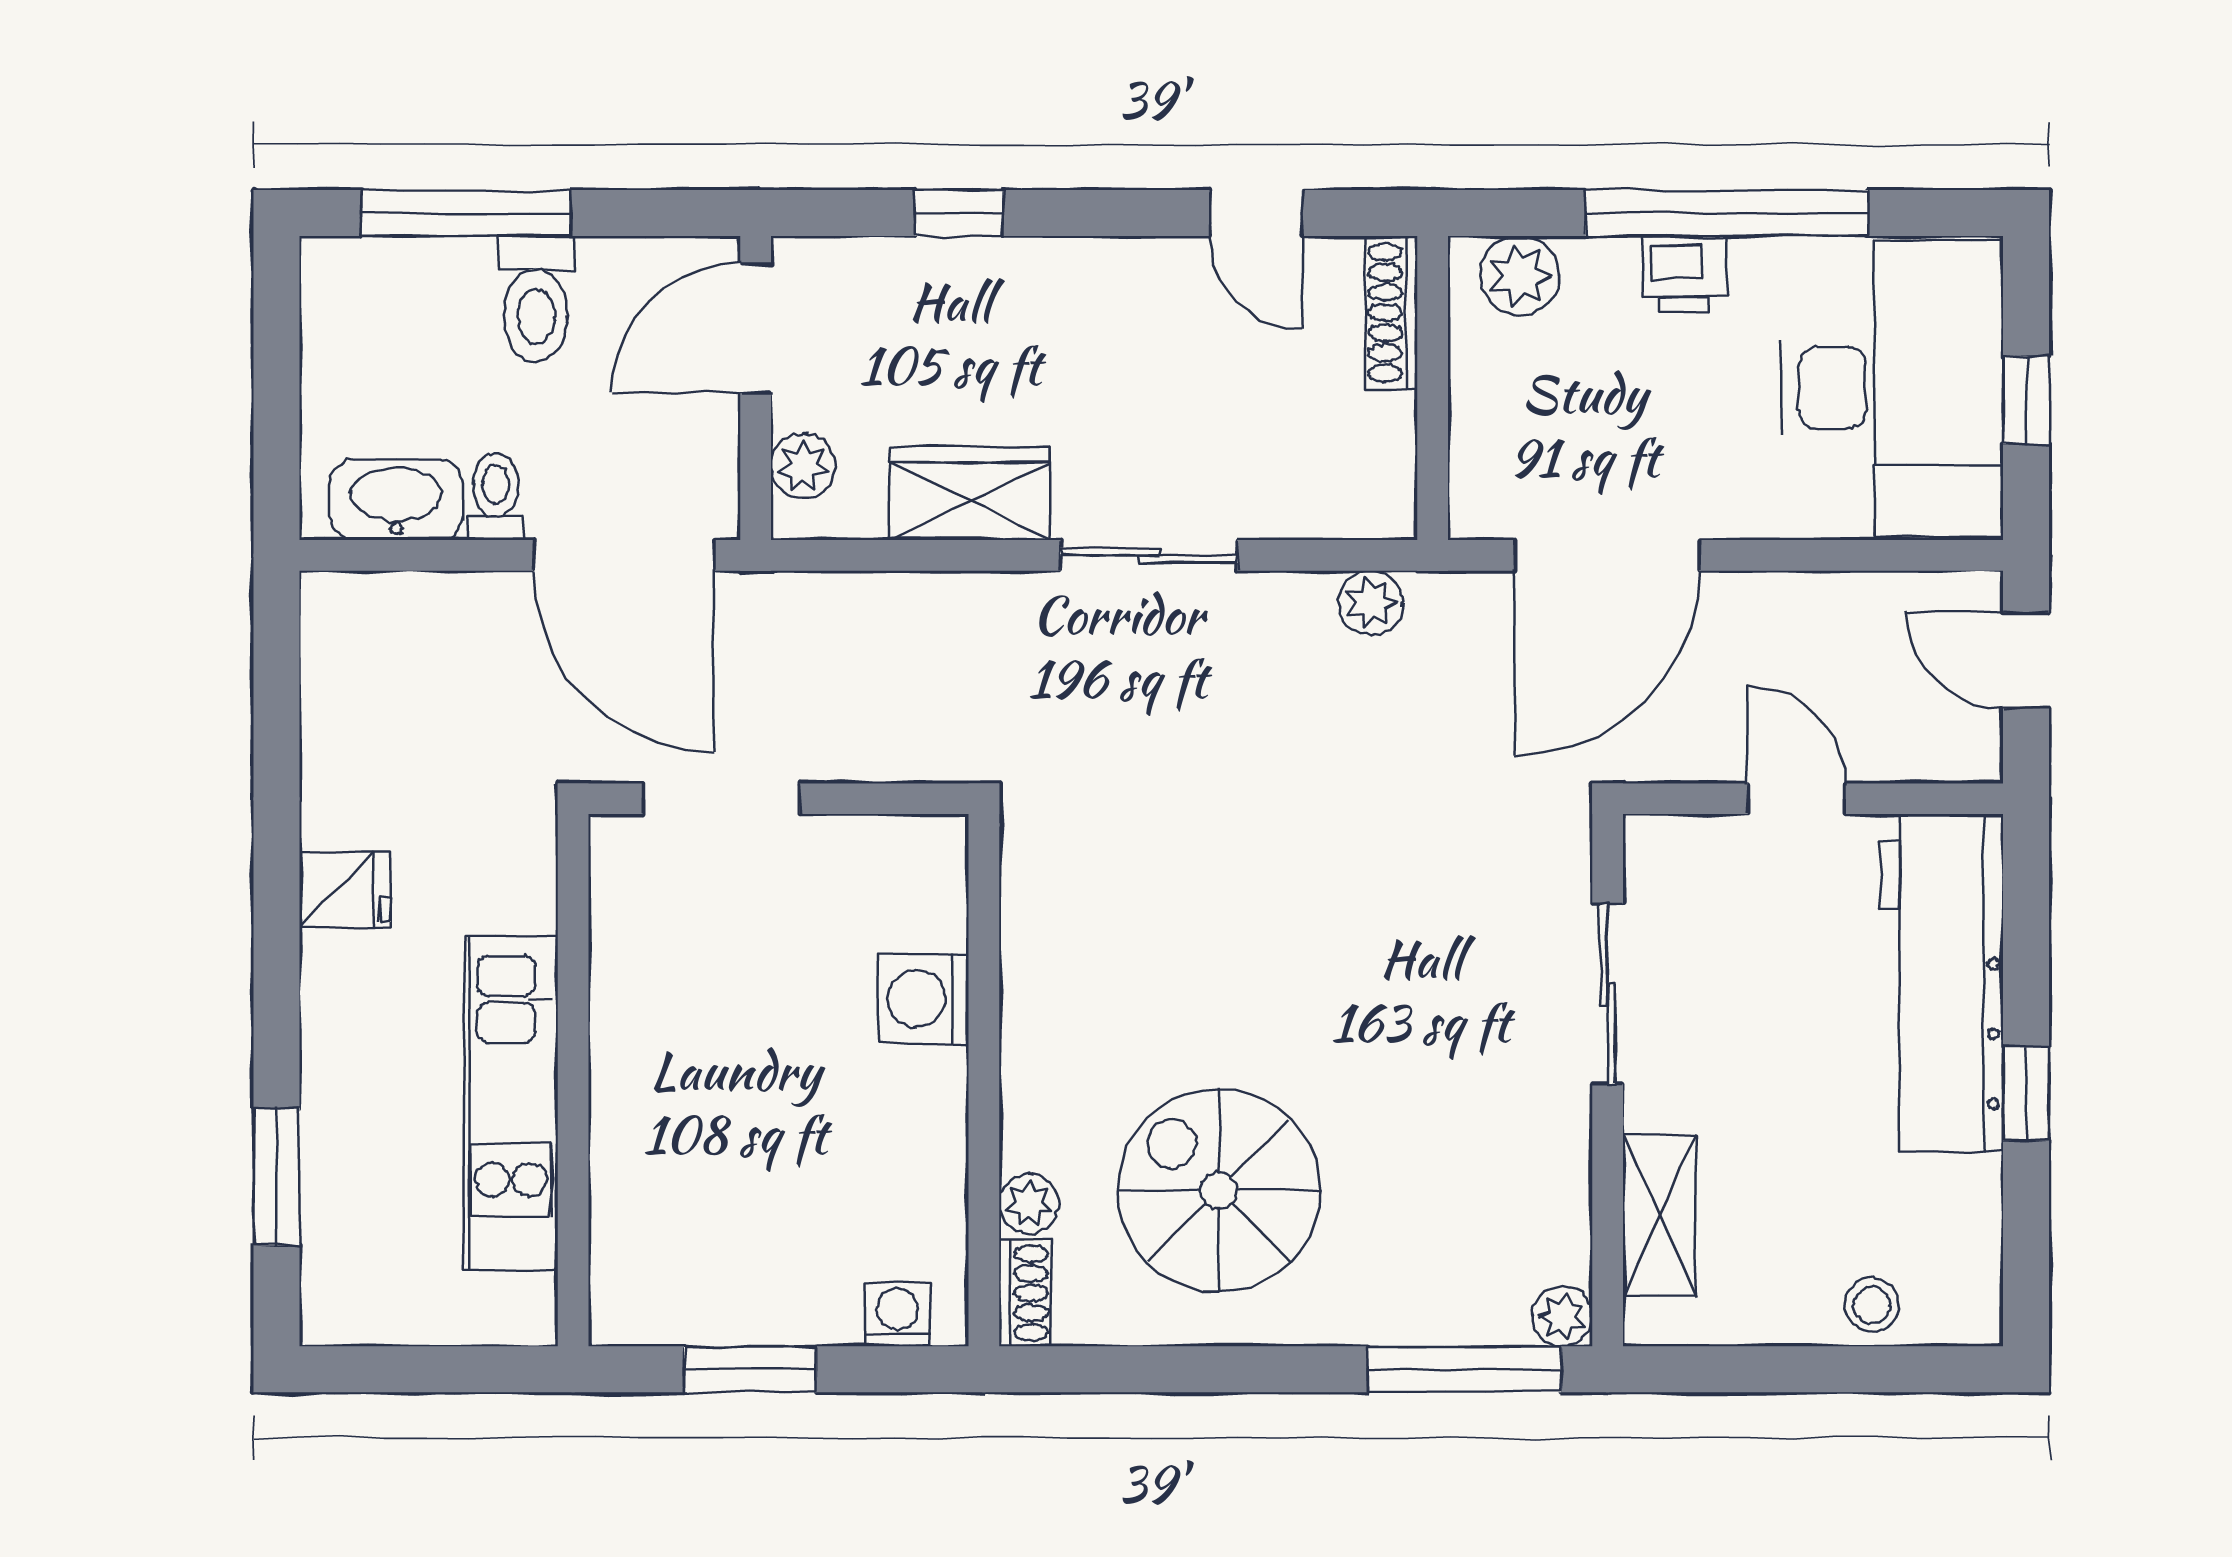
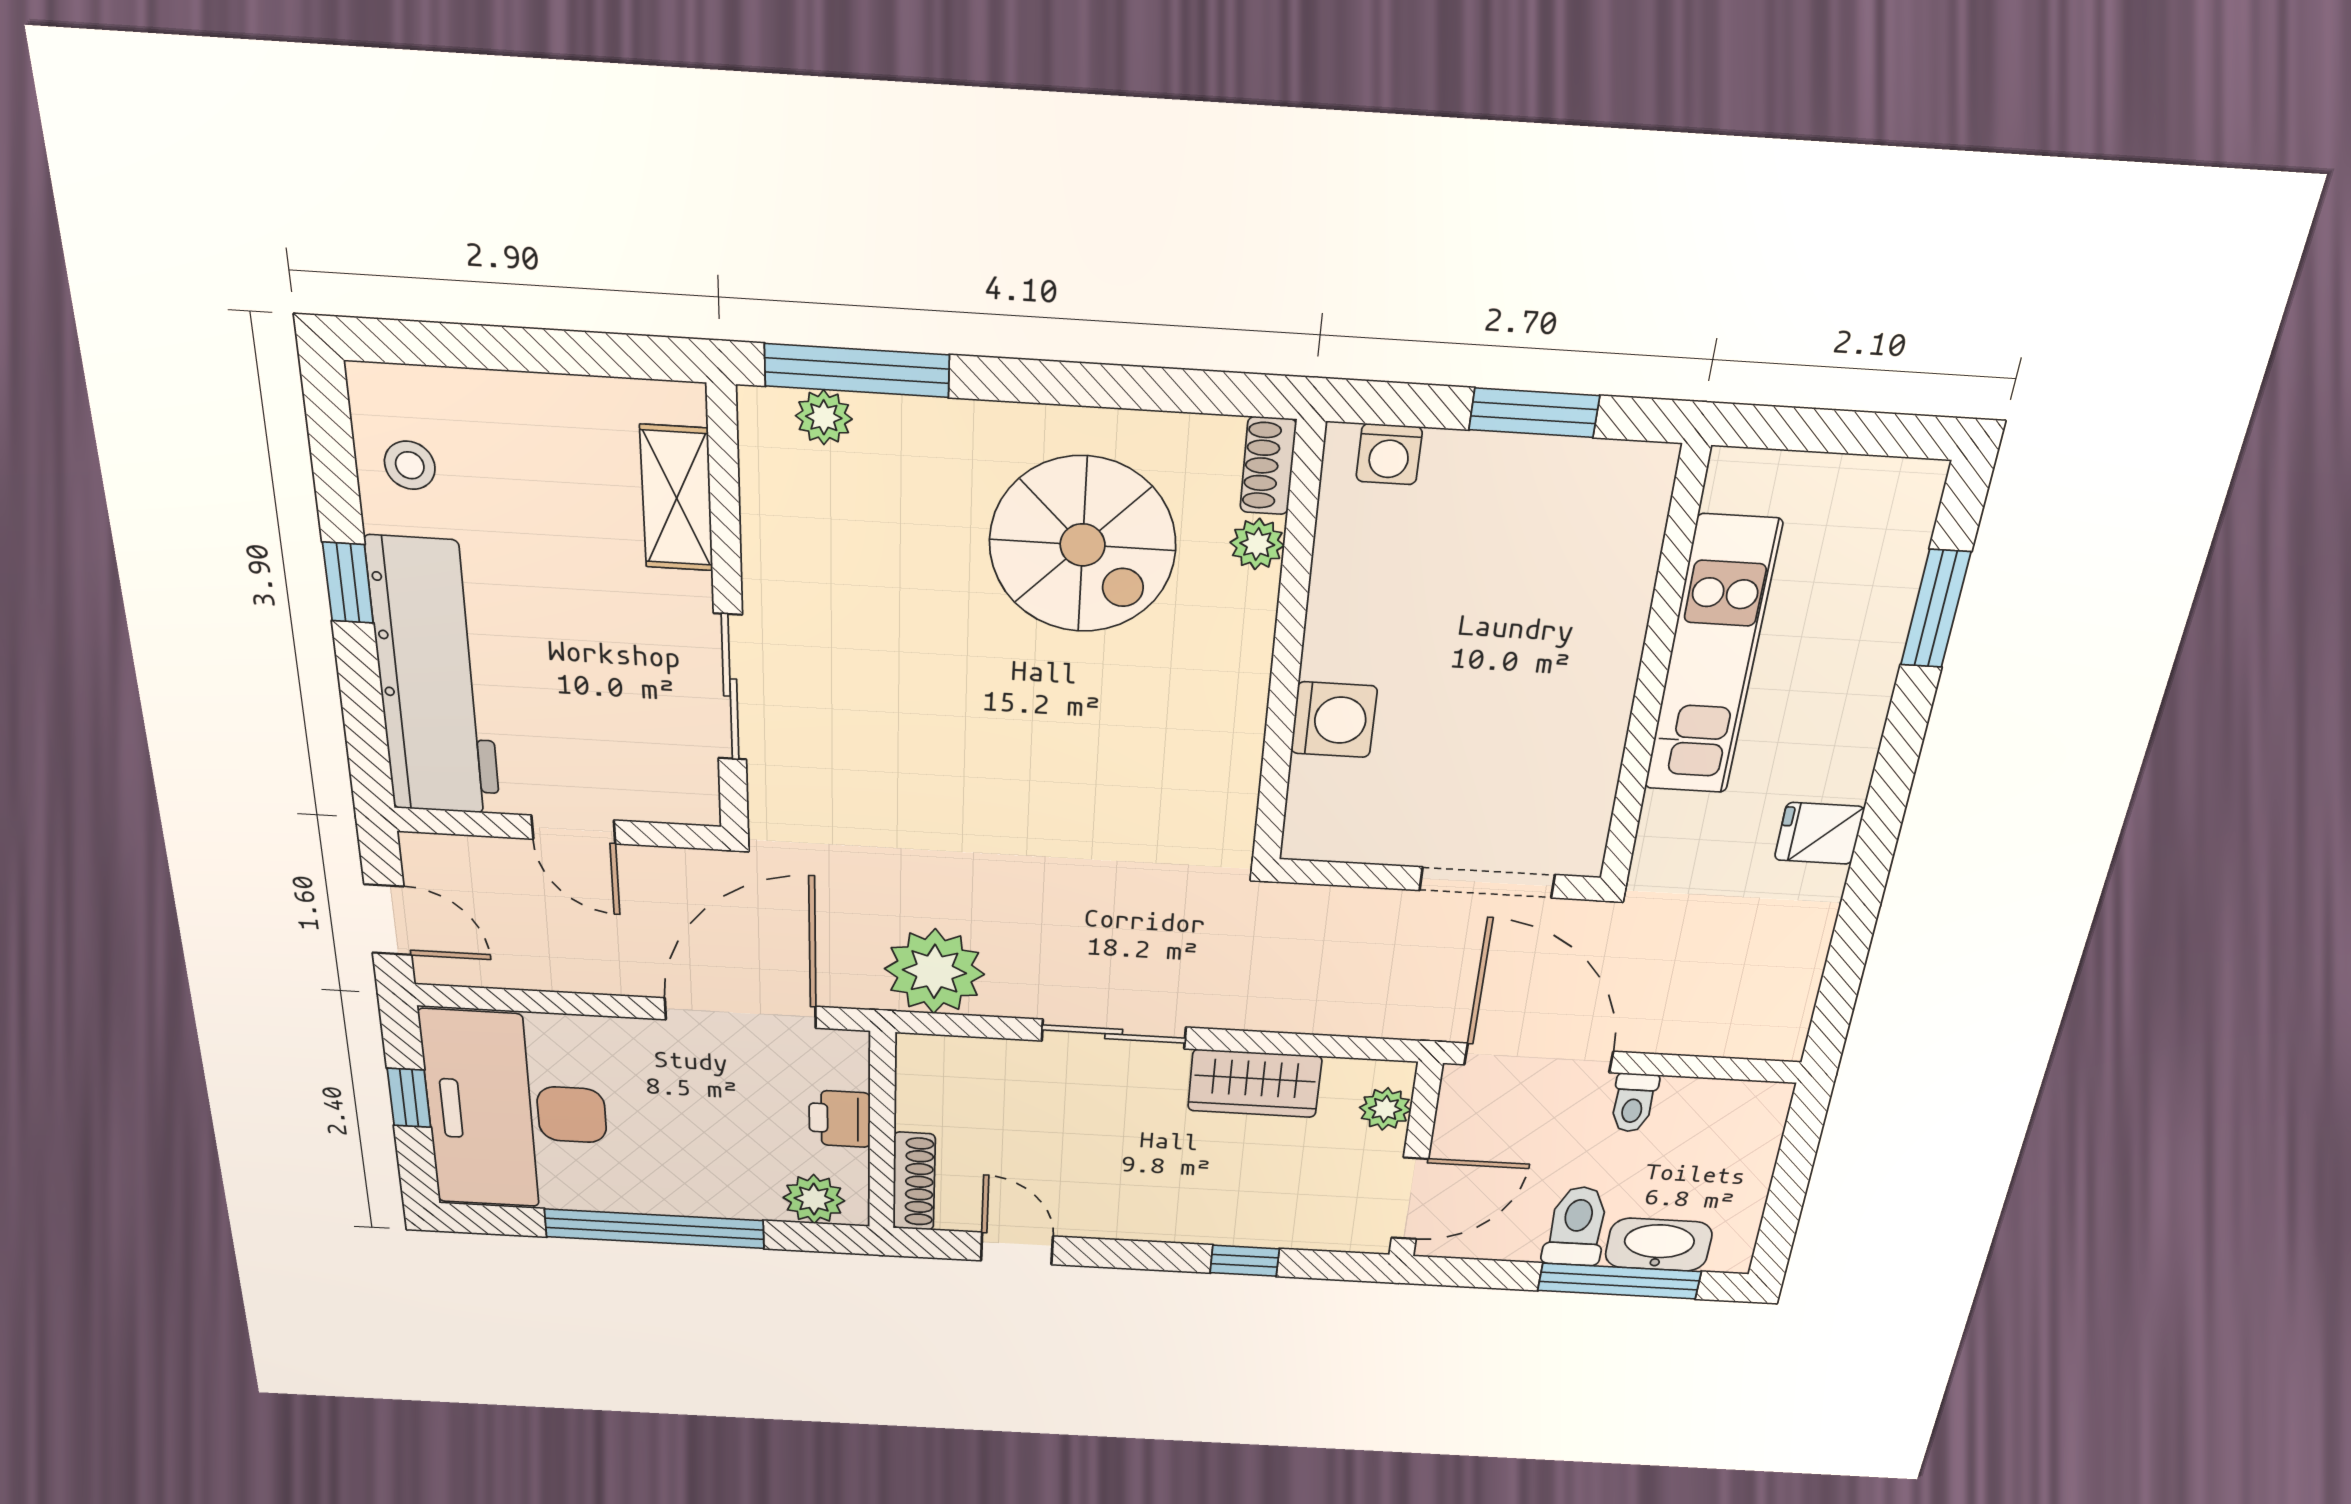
printer: (1684, 274) -> (840, 1119), moved, turned -90
washbasin: (396, 500) -> (1659, 1245), moved, turned 180
plant: (1371, 603) -> (934, 971), width x1.88, depth x1.88
stool: (1872, 1305) -> (410, 465), moved
plant: (1562, 1316) -> (824, 417), moved

